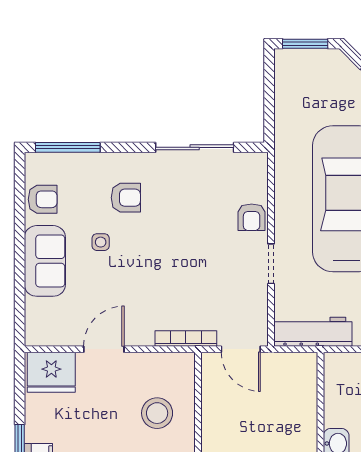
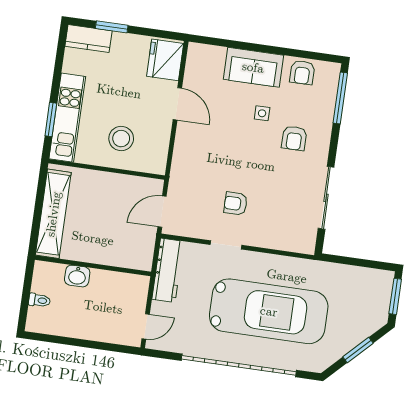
armchair: (252, 217) -> (236, 204), moved
bookcase: (186, 339) -> (177, 170), removed

